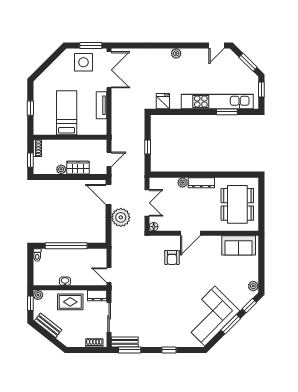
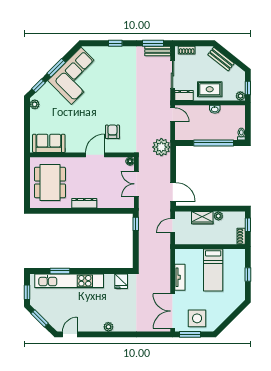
window: (148, 147) -> (136, 224), moved
plant: (183, 183) -> (102, 203), removed
plant: (121, 217) -> (161, 147), moved
bench: (48, 325) -> (221, 59), moved

